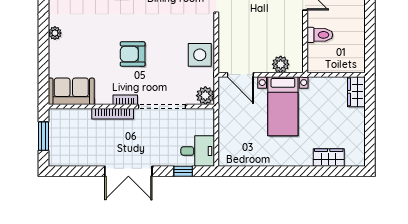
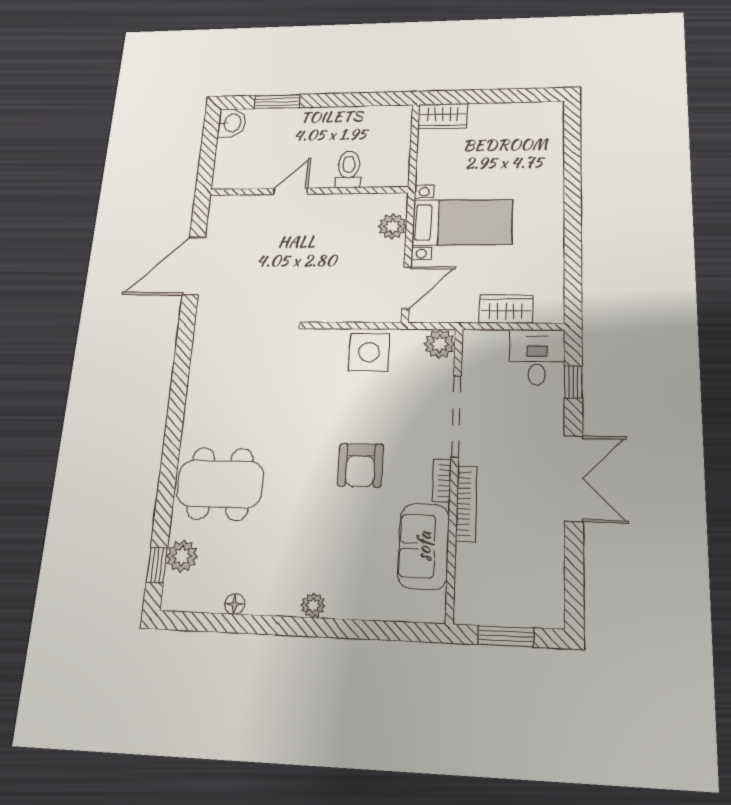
sofa: (71, 91) -> (424, 546), moved
wardrobe: (329, 158) -> (506, 309), moved, turned 90

